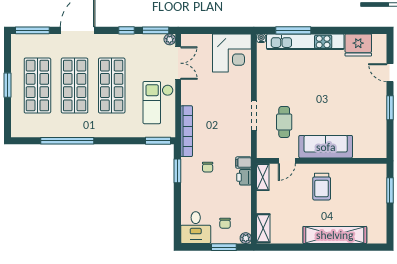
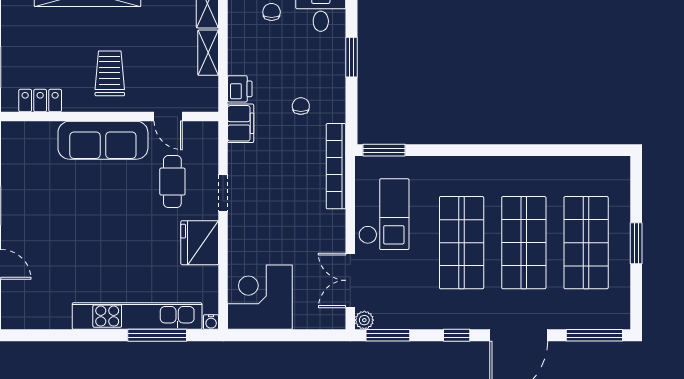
window: (127, 30) -> (457, 335), moved
fridge: (358, 45) -> (200, 243), moved, turned -90
doorway: (254, 115) -> (223, 193), width x0.73
window: (67, 141) -> (536, 150), removed
door: (287, 161) -> (168, 117), swing flipped
filing cabinet: (243, 163) -> (241, 123), width x2.00
locker: (363, 170) -> (40, 101), added
window: (177, 171) -> (352, 57), moved
shelving: (263, 177) -> (208, 53), moved

